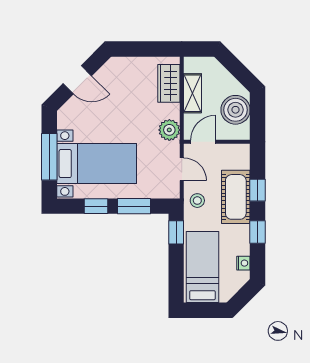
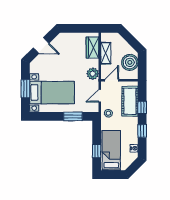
window: (49, 157) -> (25, 89), width x0.69
door: (182, 169) -> (100, 96), swing flipped
cot: (236, 197) -> (130, 101), moved
window: (96, 206) -> (52, 116), removed
window: (176, 232) -> (97, 151), moved

